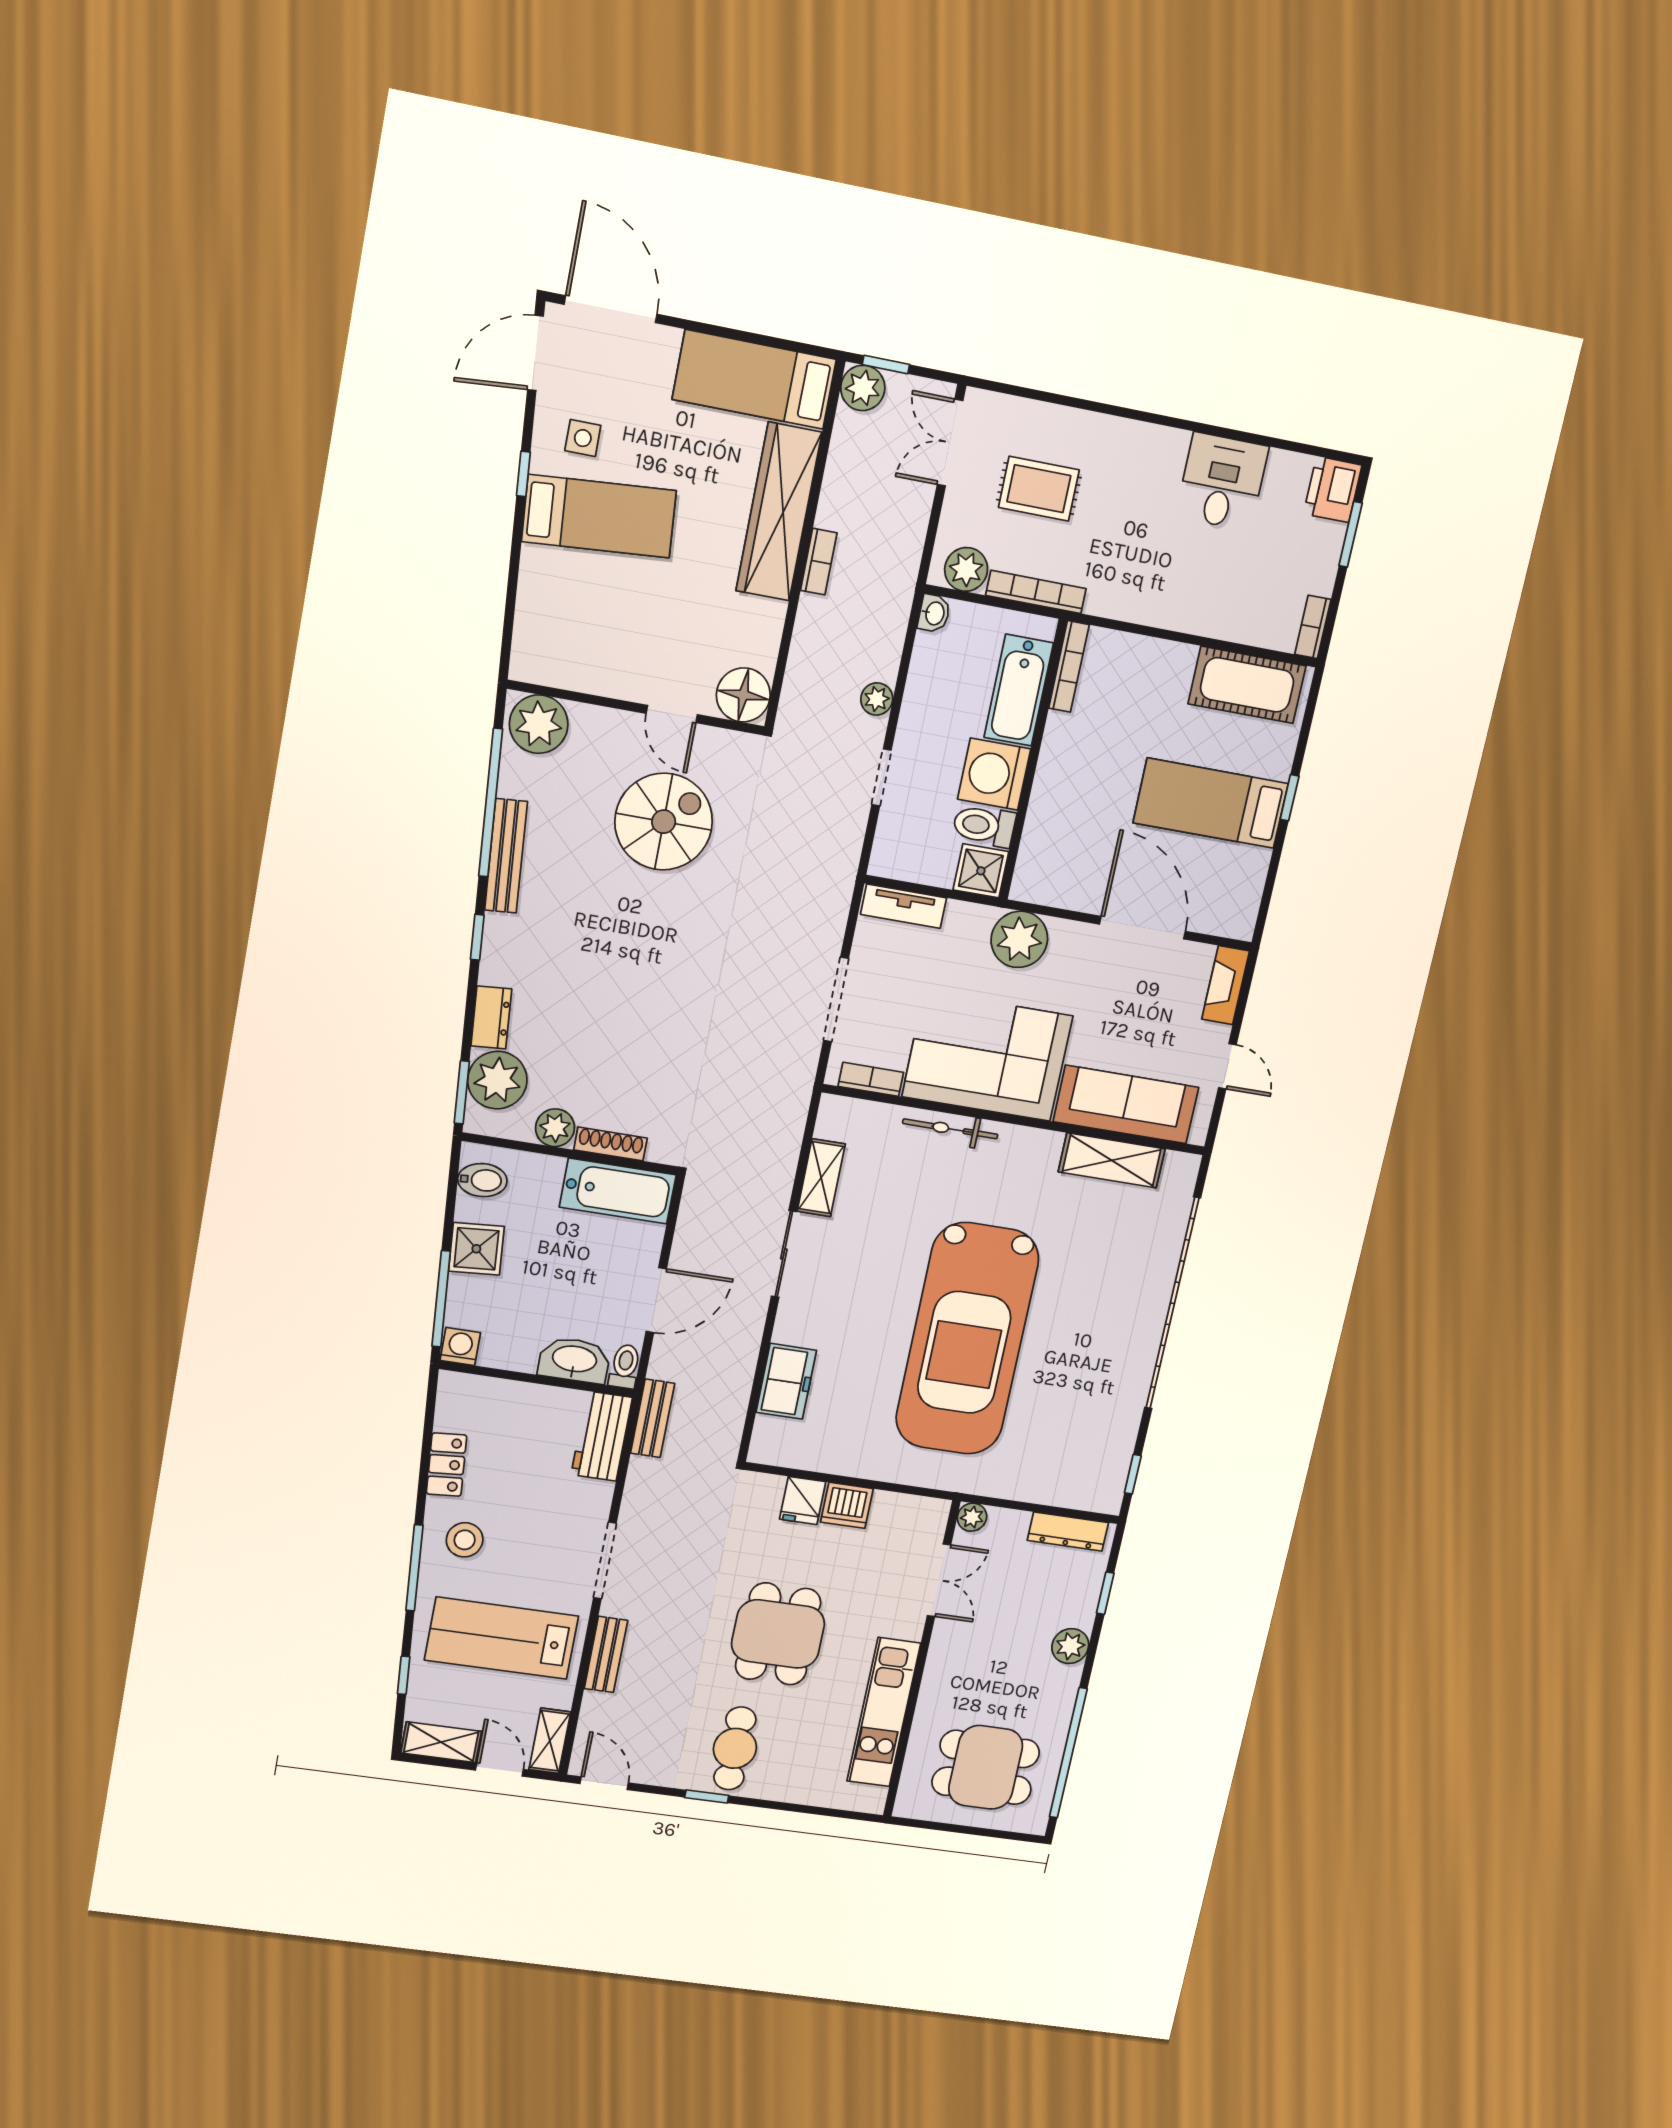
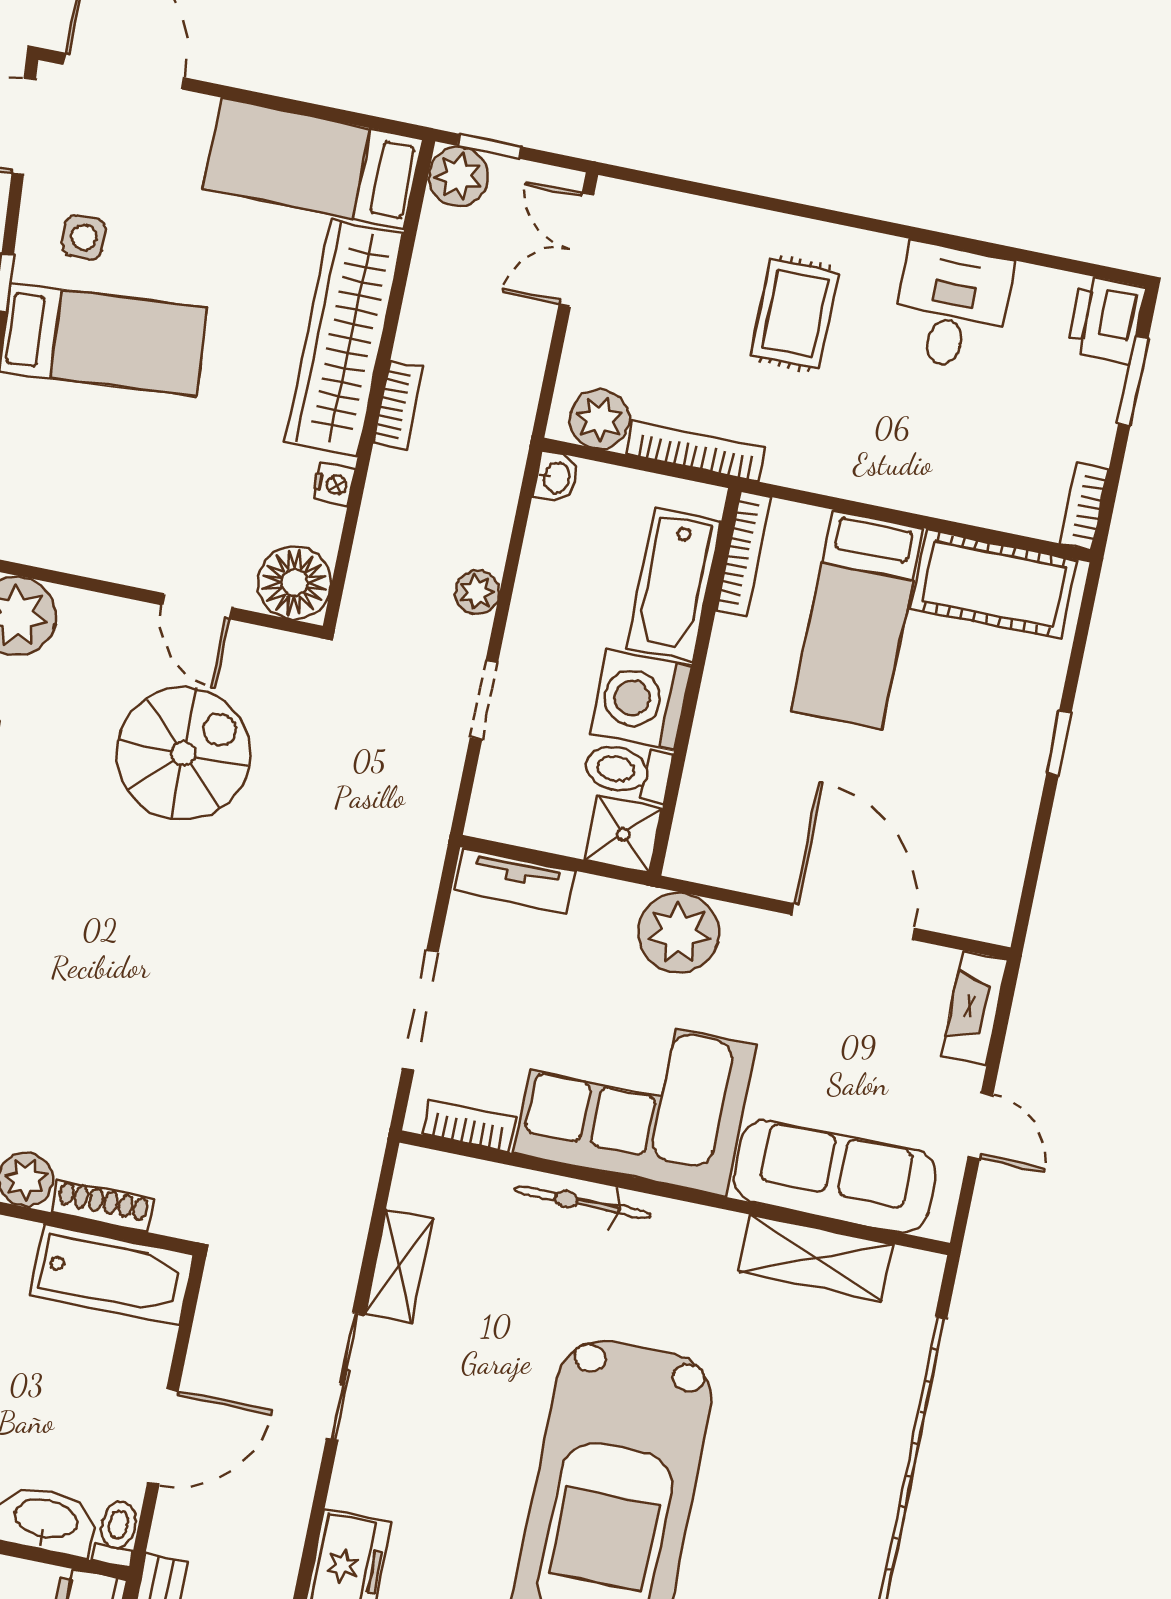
rug: (1039, 489) -> (795, 314), moved, turned 90
nightstand: (772, 622) -> (334, 484), added
bed: (1211, 803) -> (857, 620), moved, turned -90

